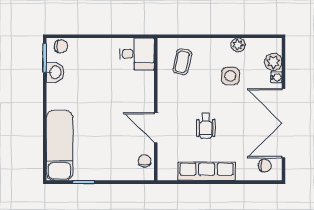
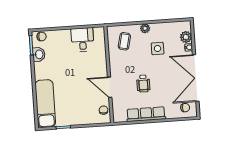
plant: (238, 45) -> (145, 28), moved
desk: (137, 54) -> (82, 40), moved, turned -90

